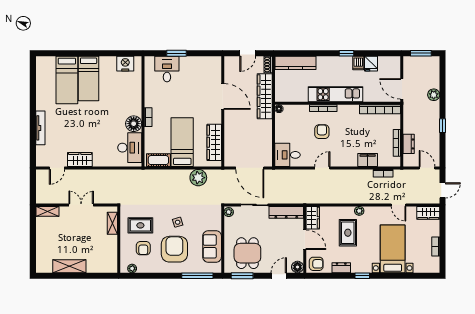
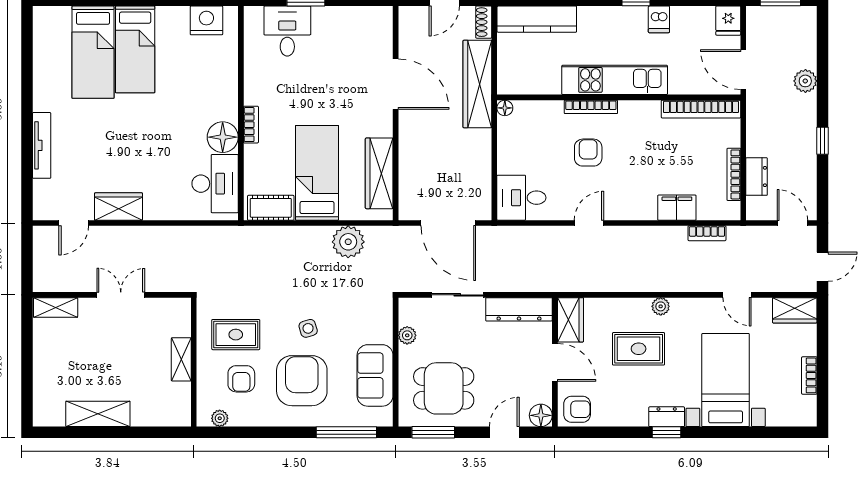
fridge: (371, 64) -> (728, 21), moved
plant: (229, 212) -> (407, 335), moved
shelving: (112, 223) -> (181, 359), moved
rug: (348, 233) -> (639, 349), turned 90
dining table: (247, 253) -> (444, 388), turned 90
dresser: (341, 268) -> (667, 417), moved

